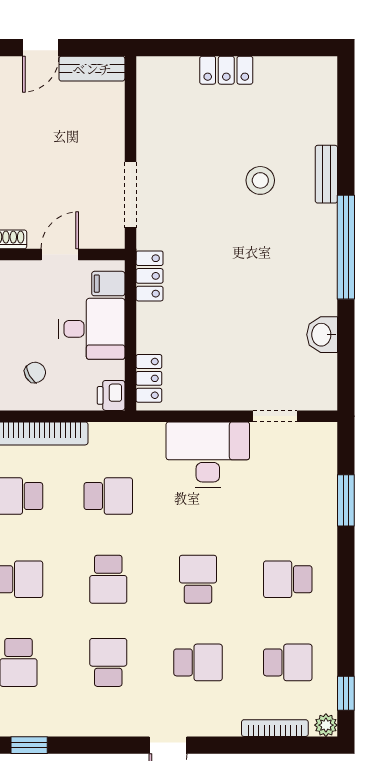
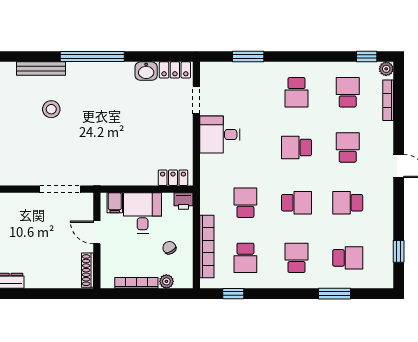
bench: (326, 174) -> (41, 69), width x1.36
locker: (150, 276) -> (175, 70), moved, turned 180
desk: (208, 455) -> (220, 134), width x0.73

